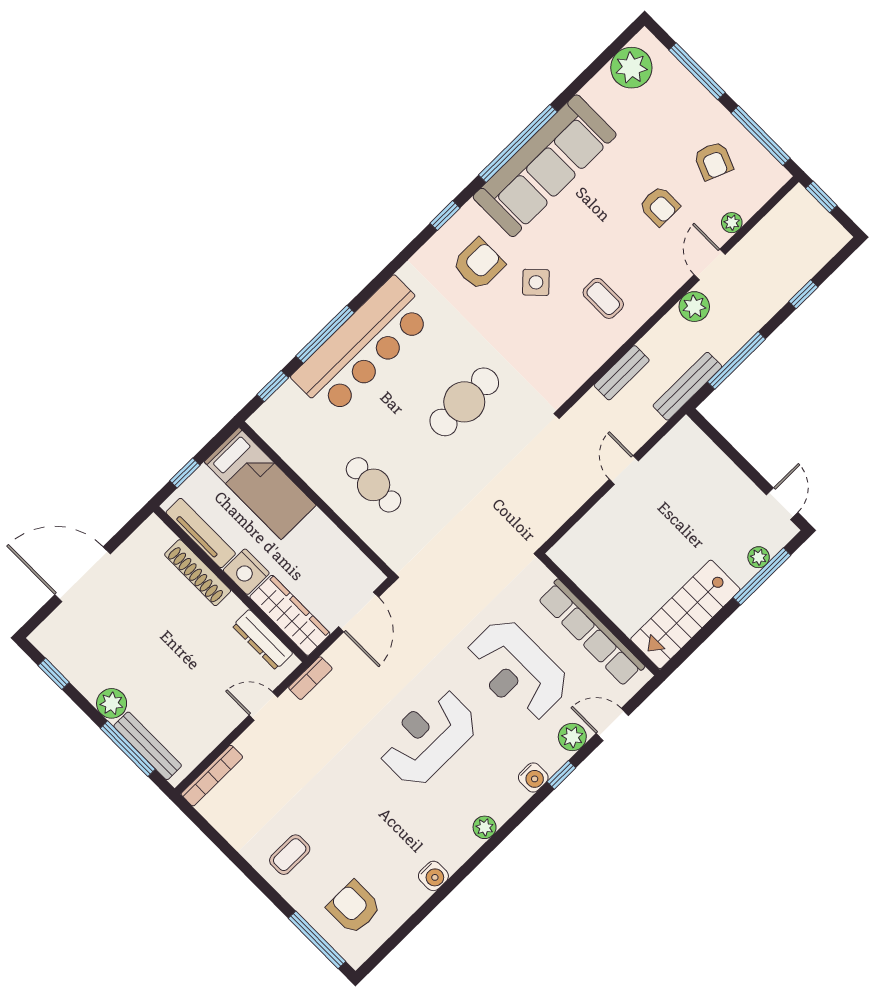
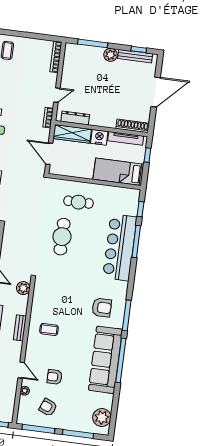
window: (445, 216) -> (127, 315), width x2.17
armchair: (479, 264) -> (102, 308), turned -90
side table: (536, 282) -> (77, 317), removed
plant: (694, 307) -> (23, 288), moved
bench: (622, 373) -> (20, 328), moved
cafe table: (464, 402) -> (62, 237), moved
shoe rack: (198, 573) -> (133, 126), moved
bench: (148, 746) -> (135, 56), moved

